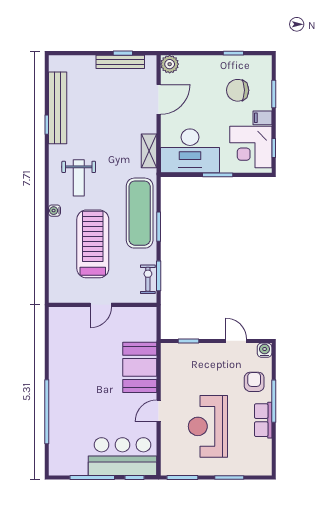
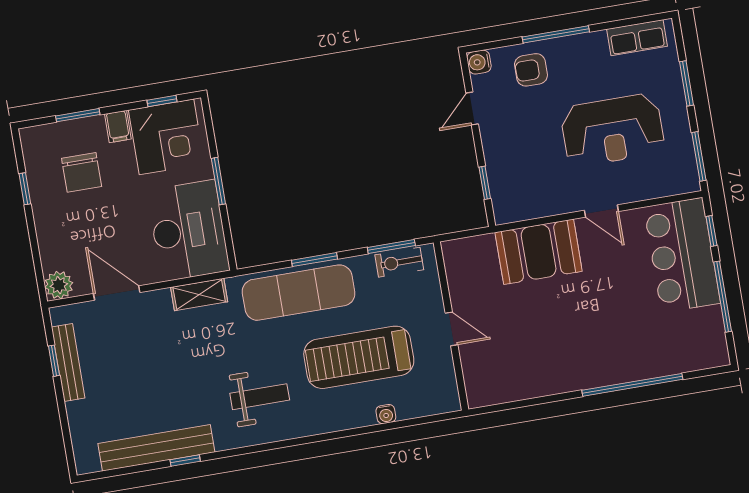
water cooler: (55, 211) -> (386, 414), moved
row of seats: (263, 420) -> (637, 38), moved

